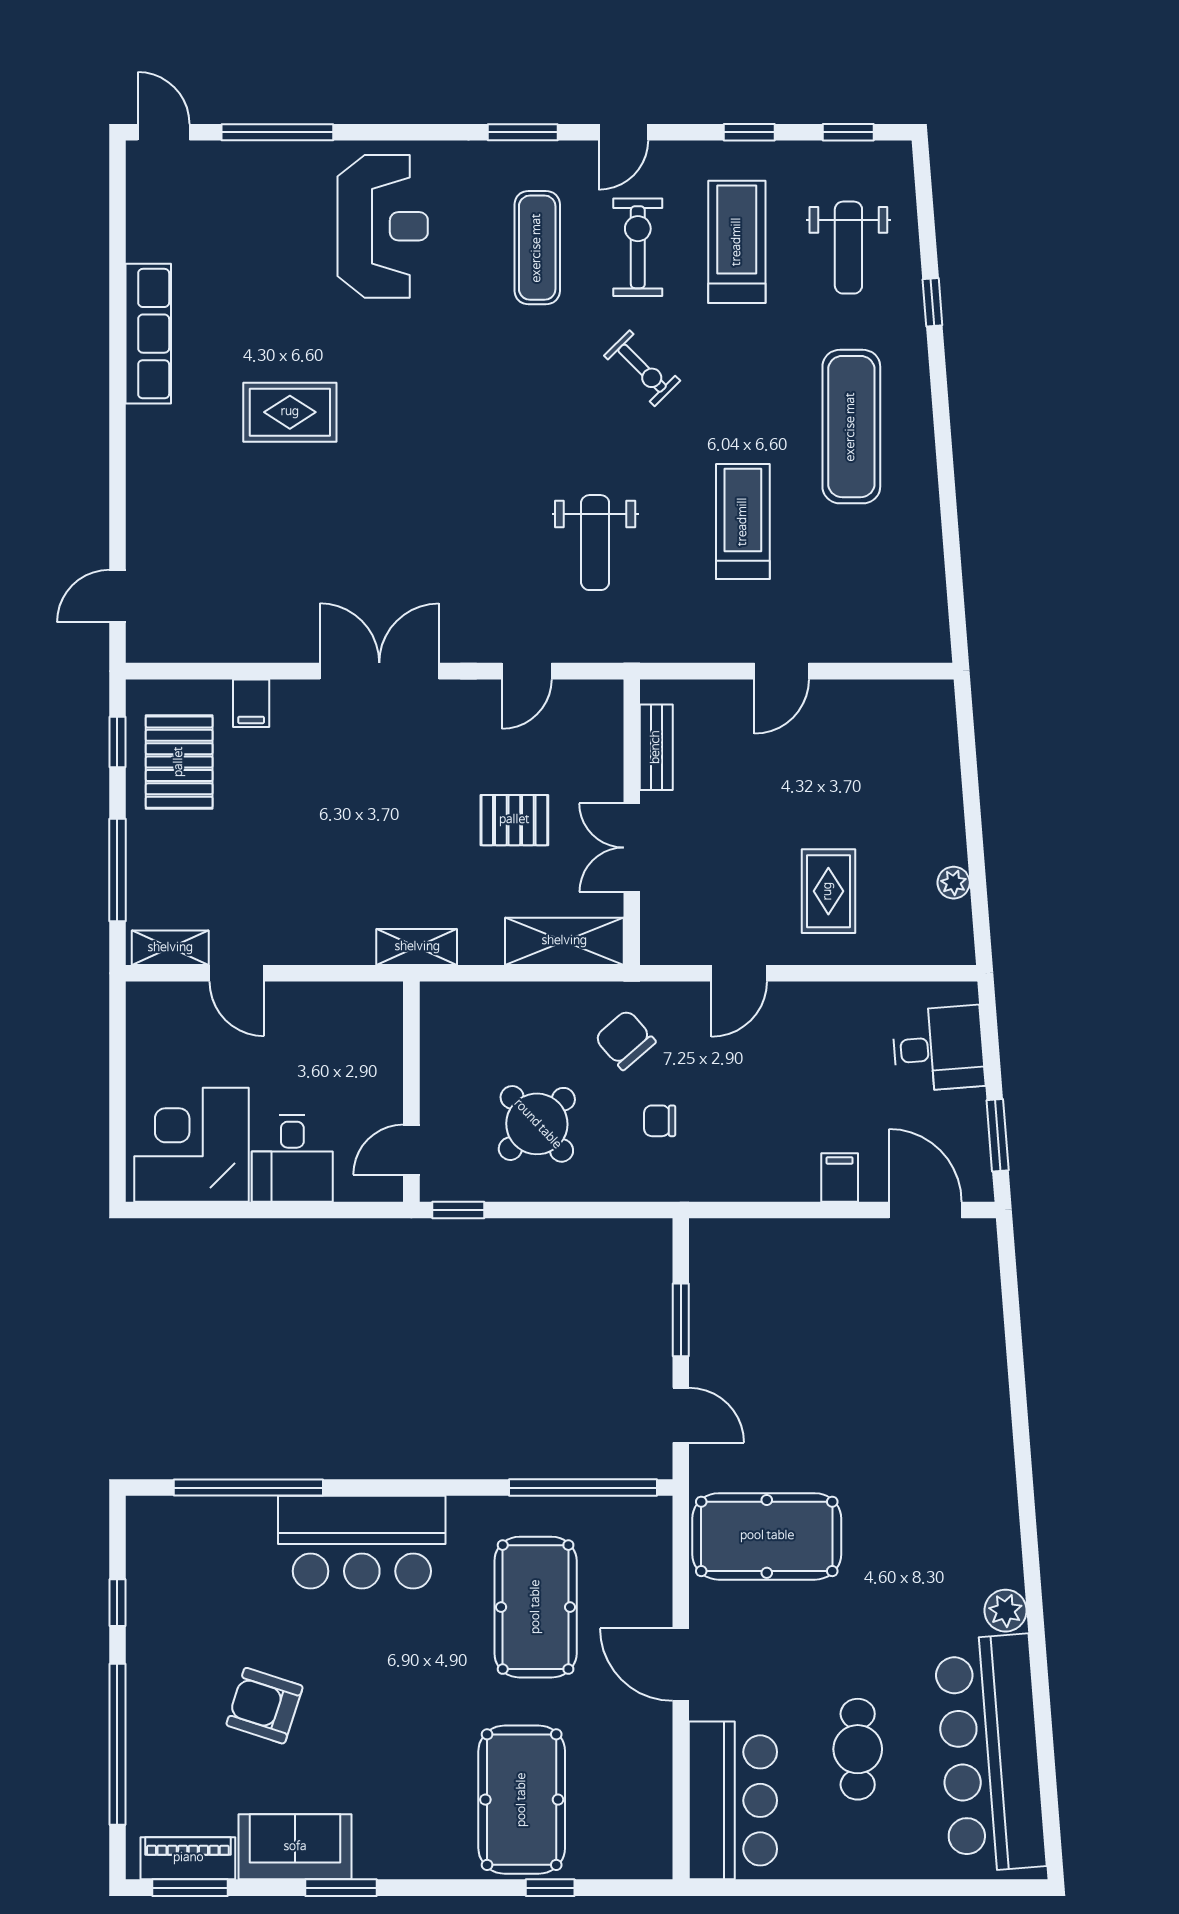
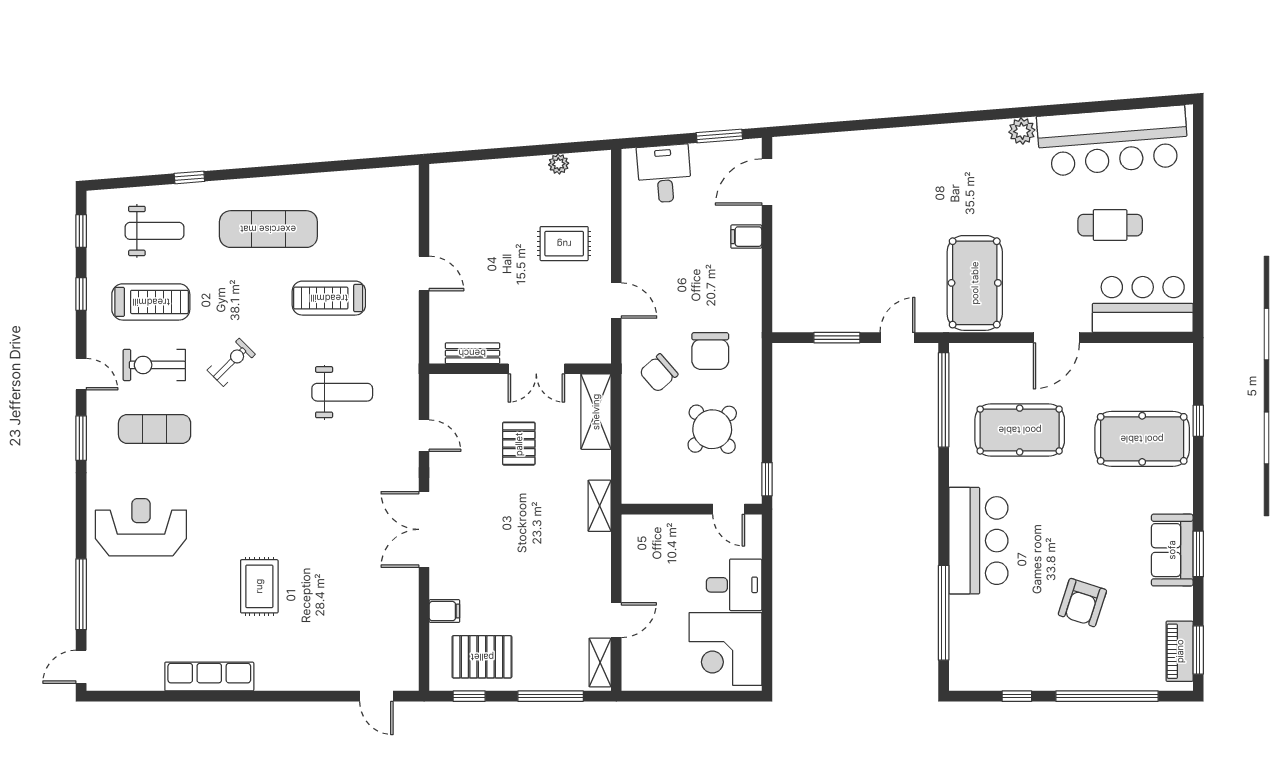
treadmill: (737, 242) -> (151, 302), turned 180
chair: (660, 1121) -> (710, 351), width x1.87, depth x1.87
sofa: (295, 1847) -> (1172, 550), moved

